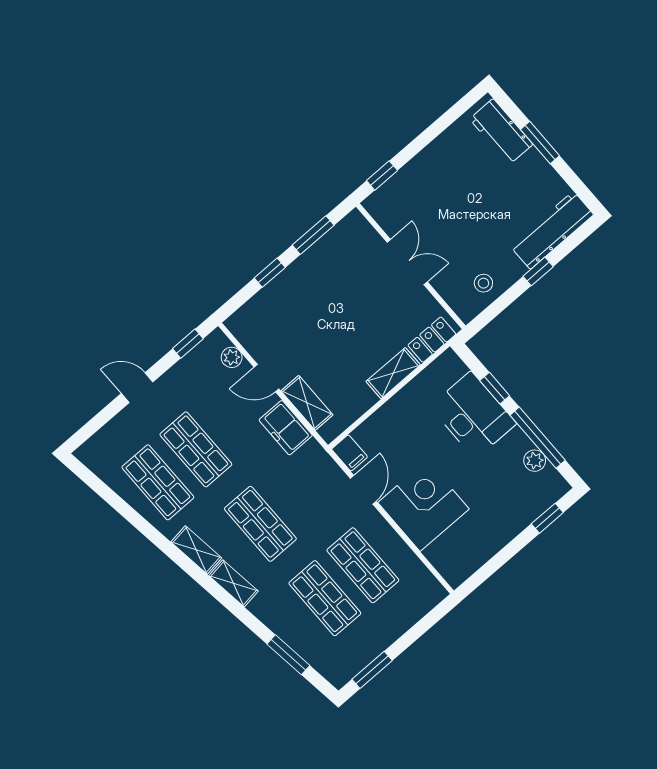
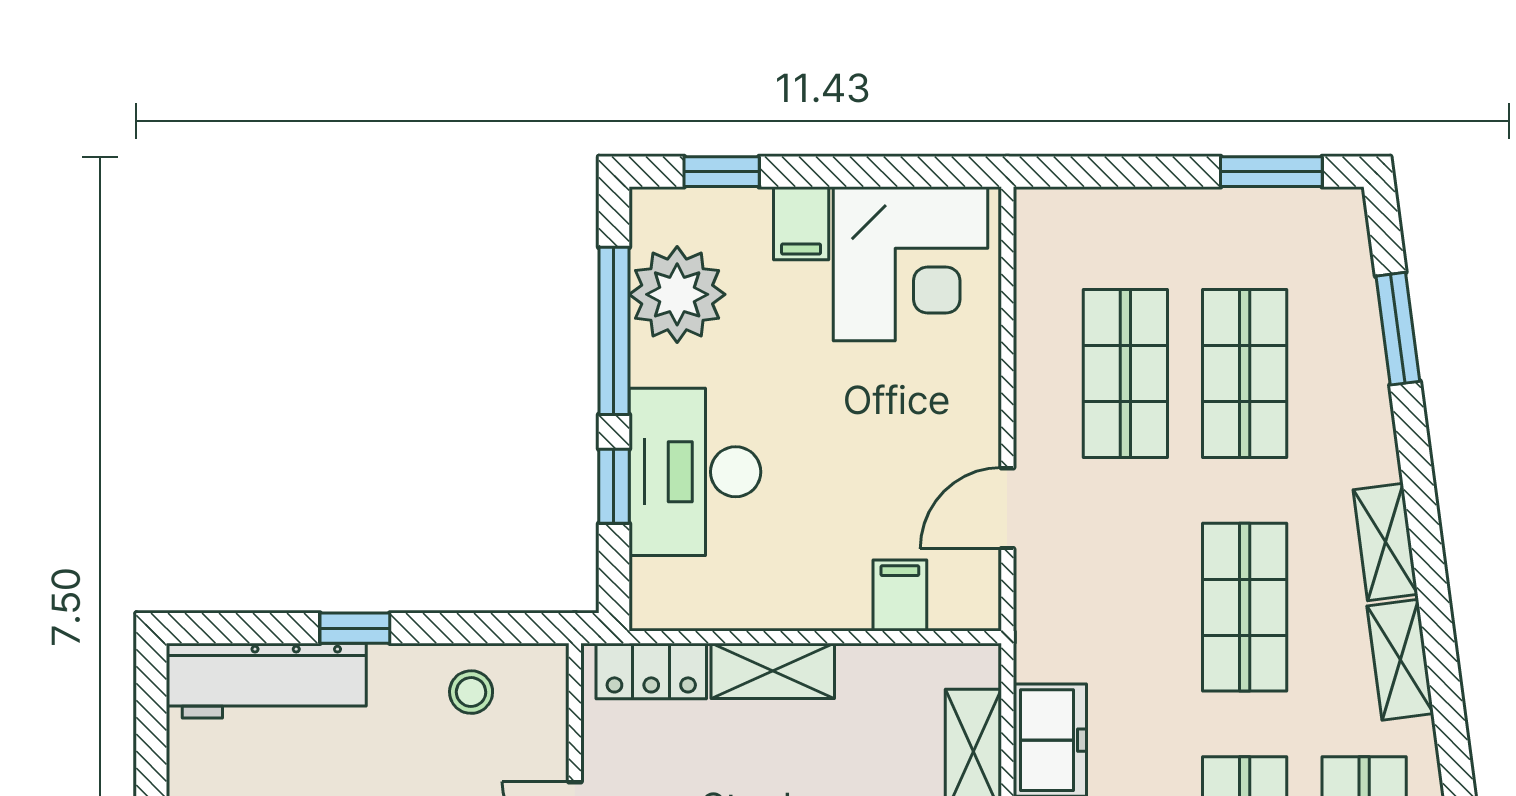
filing cabinet: (350, 453) -> (900, 596), moved
plant: (535, 461) -> (677, 294), width x1.87, depth x1.87
corner desk: (423, 506) -> (911, 264), moved, turned -90
filing cabinet: (508, 524) -> (801, 223), added

